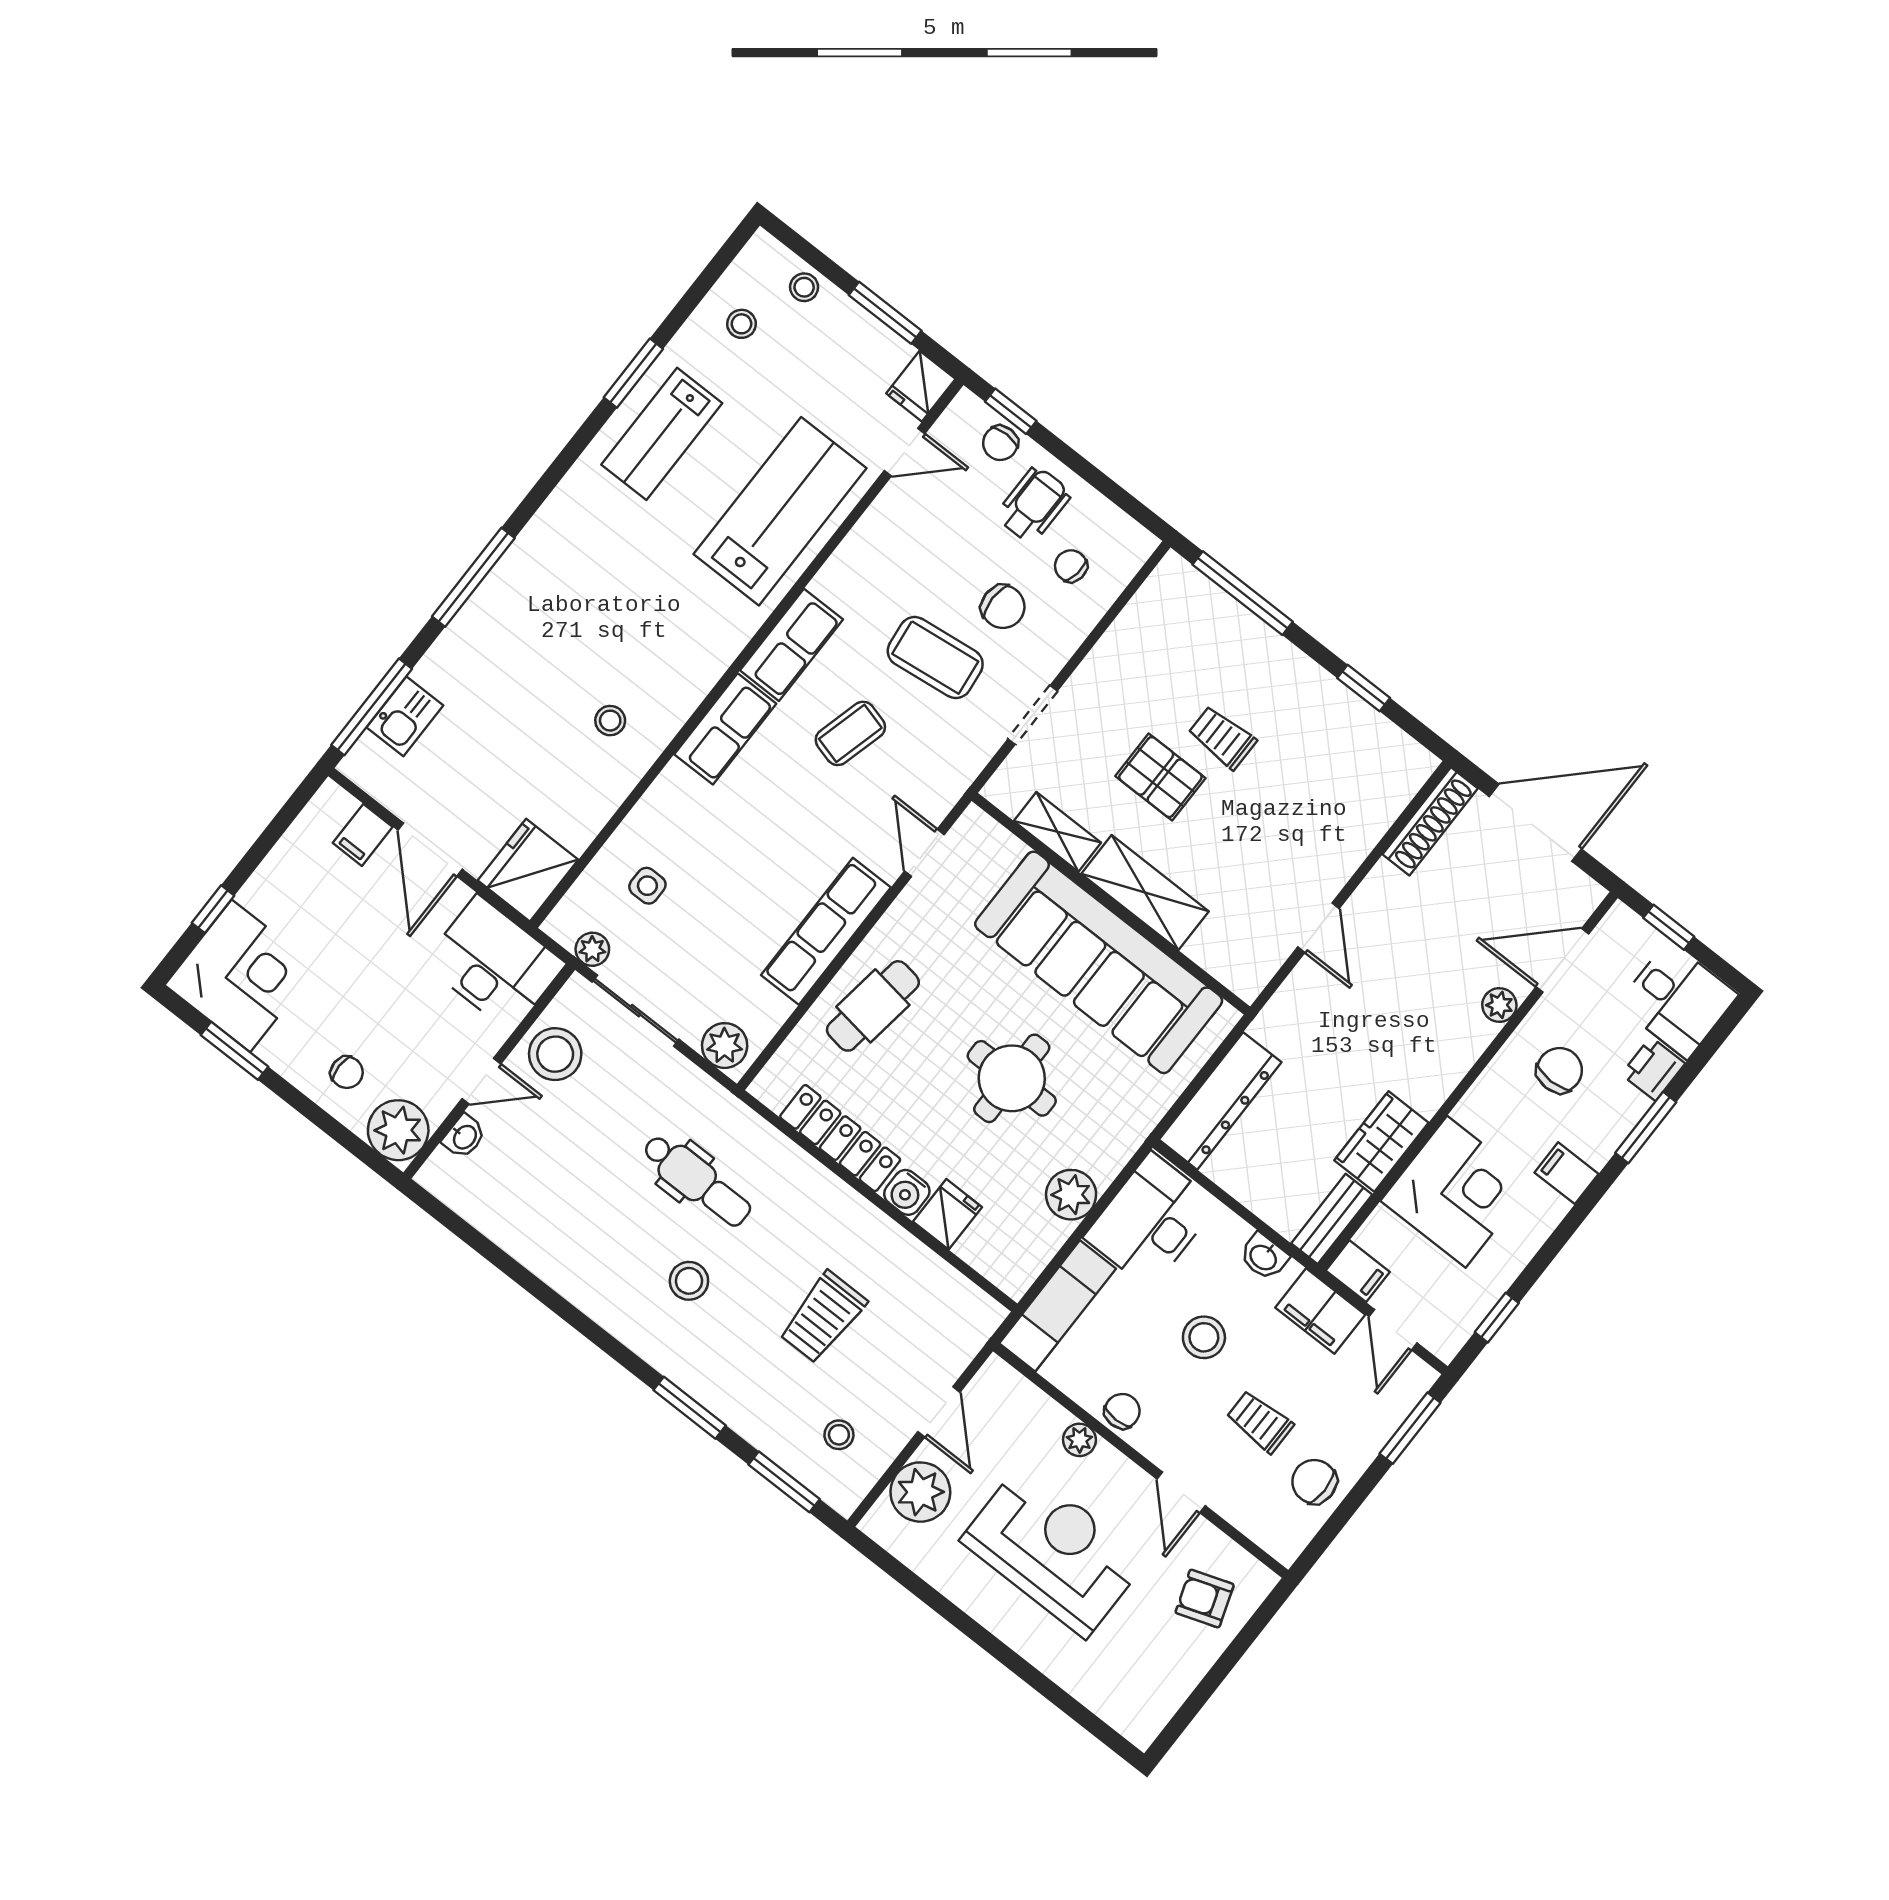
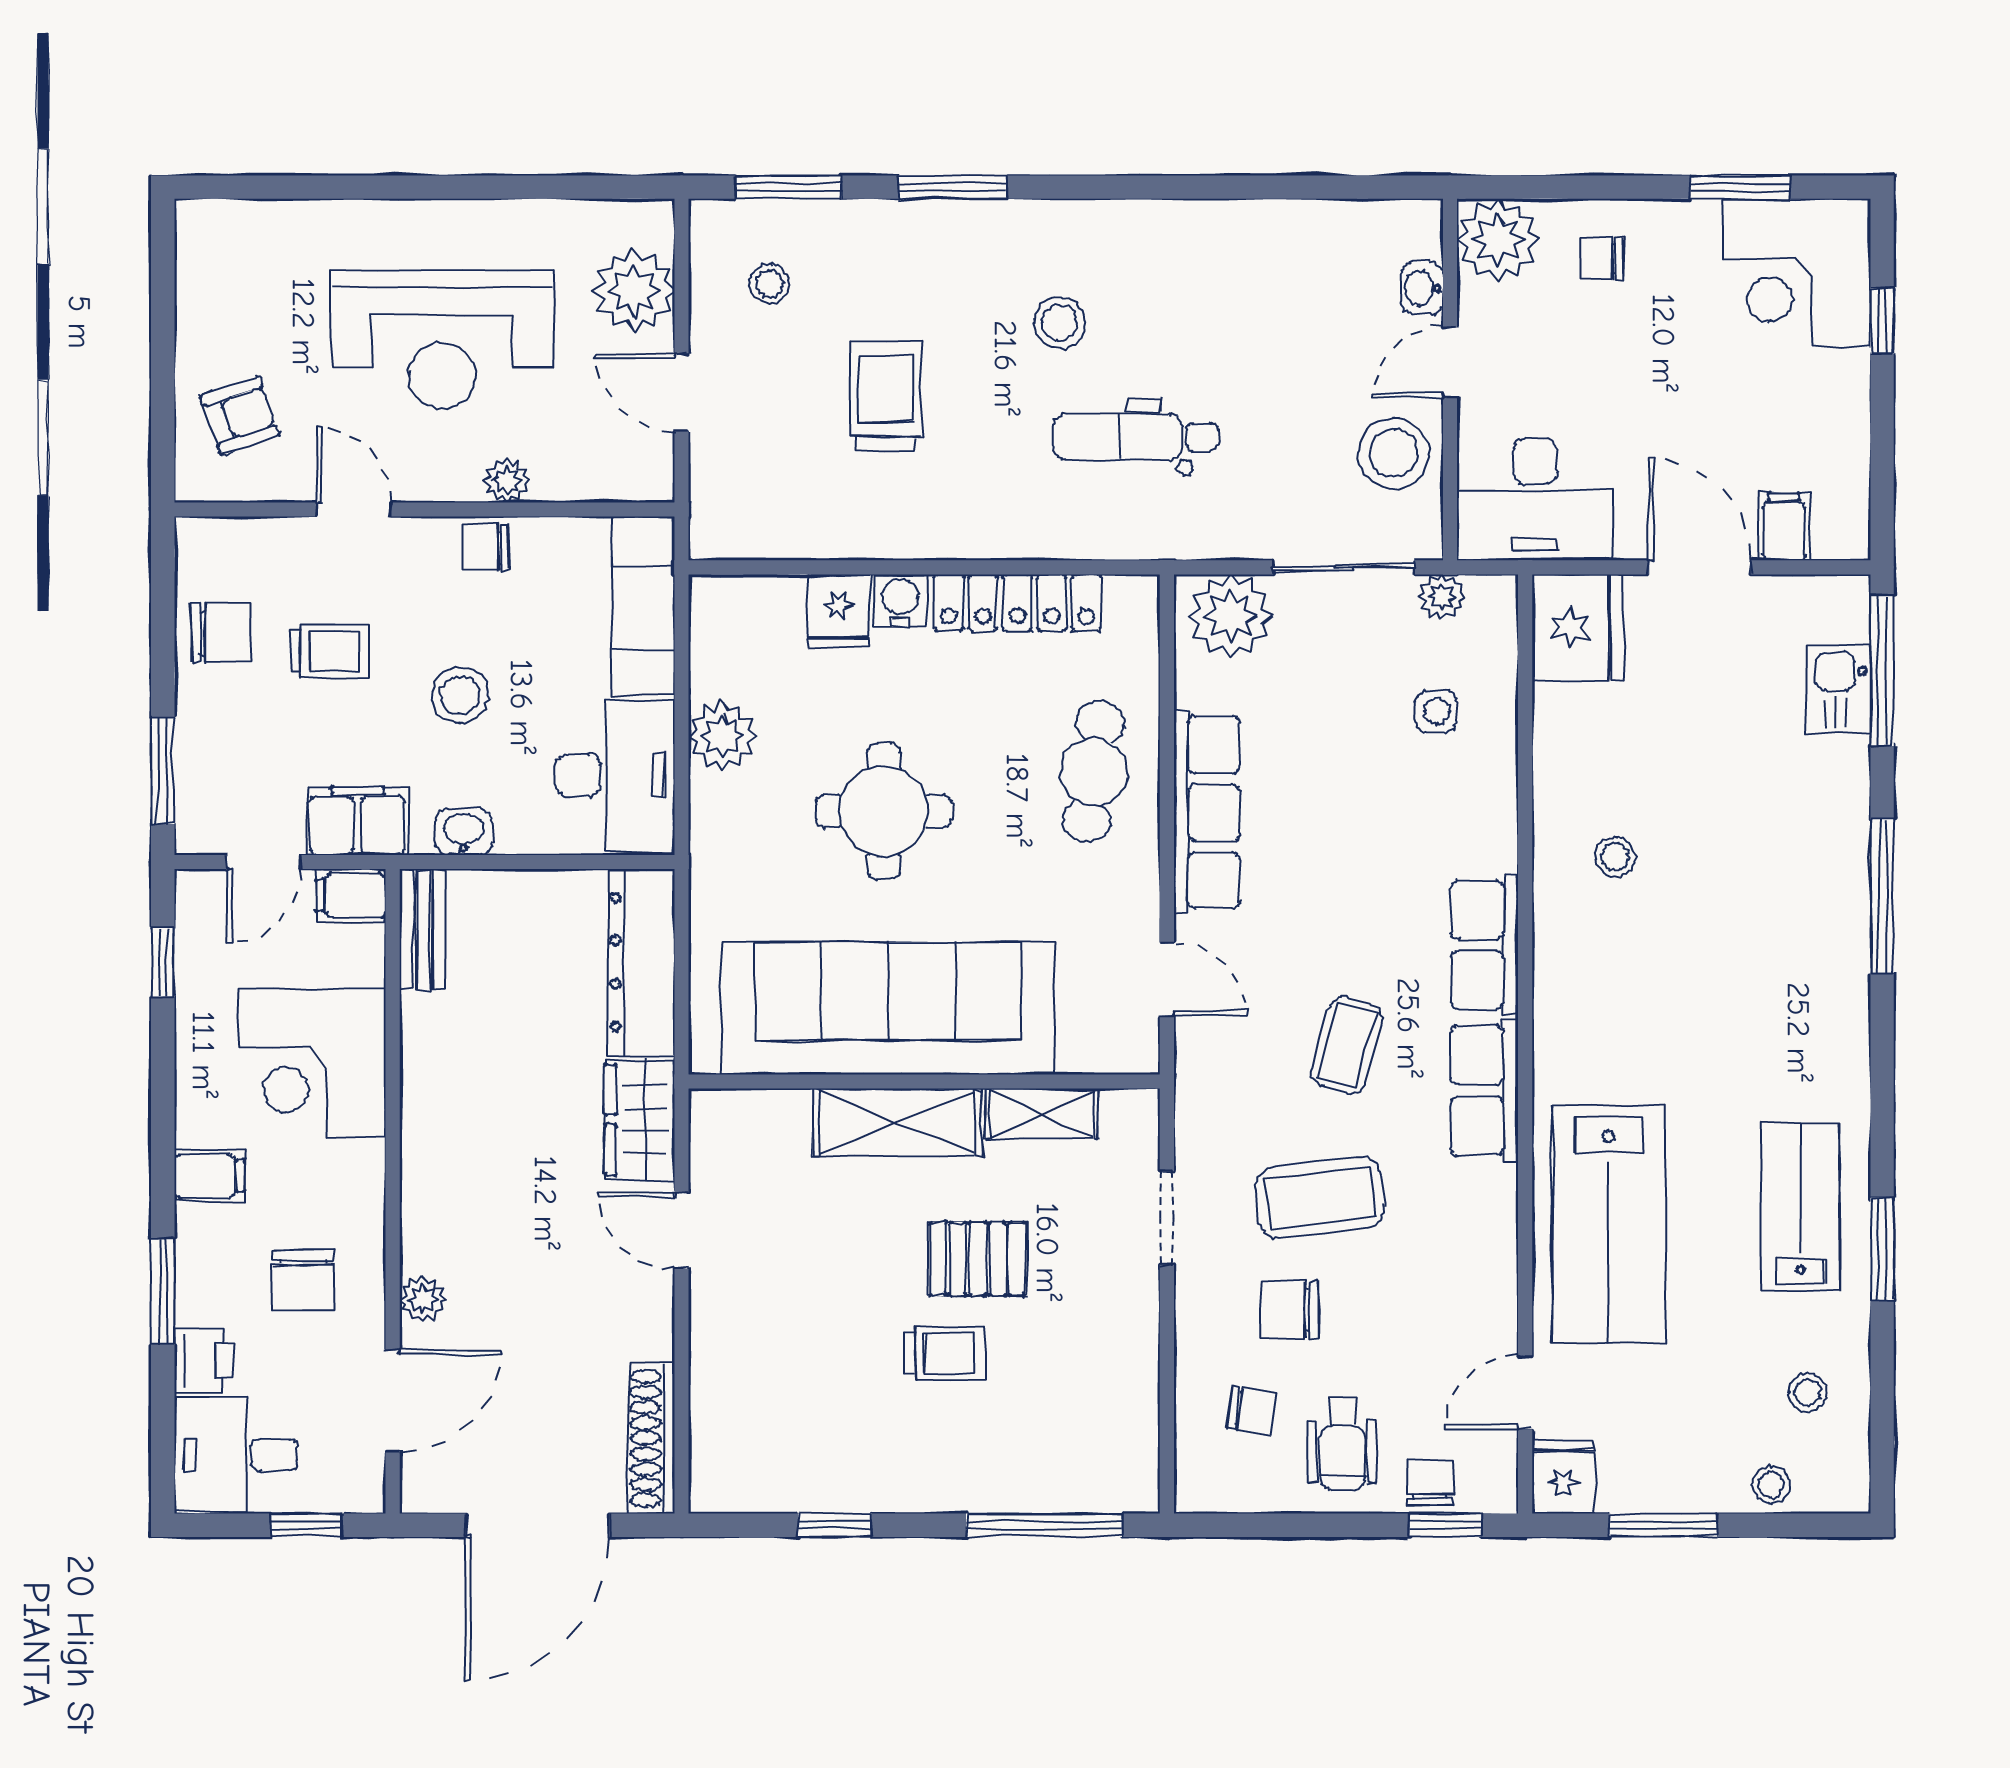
plant: (725, 1046) -> (1230, 616), width x1.36, depth x1.36
wardrobe: (1381, 1141) -> (640, 1120), moved, turned 180
door: (1393, 1330) -> (264, 862), swing flipped
chair: (1122, 1411) -> (486, 547), turned 90

